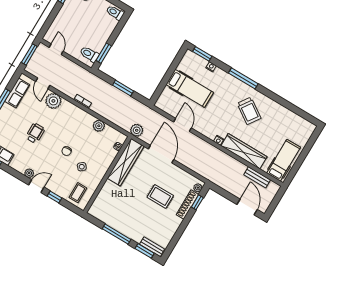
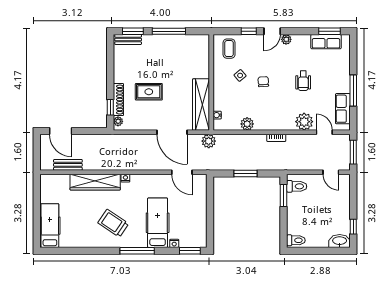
hospital bed: (190, 88) -> (158, 223), moved, turned 90
door: (183, 125) -> (182, 172), moved
hospital bed: (284, 160) -> (50, 226), moved, turned 180

